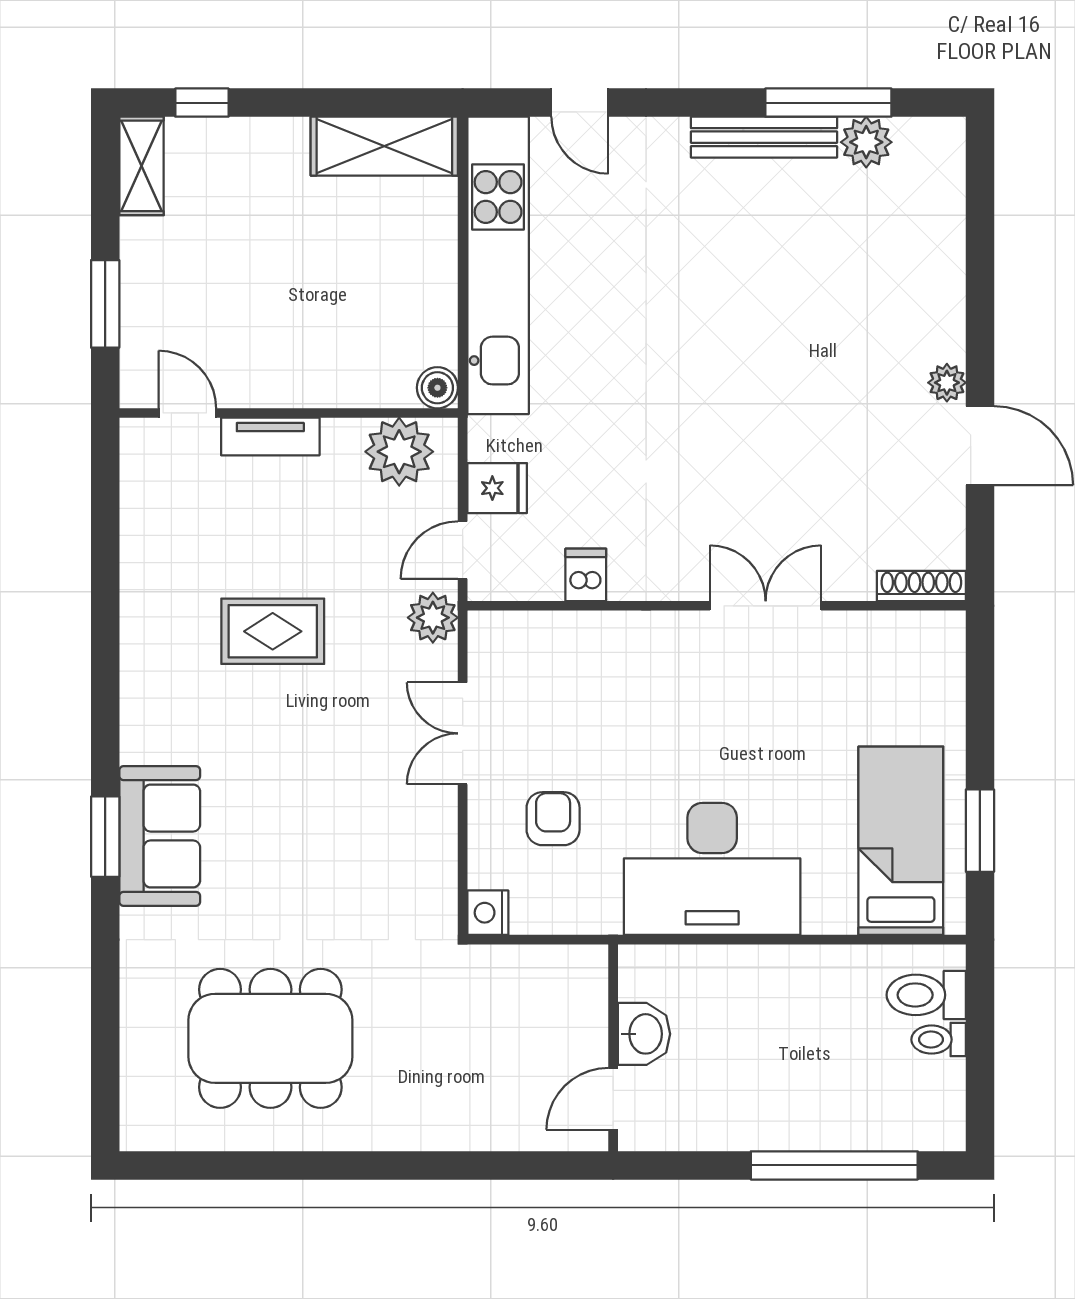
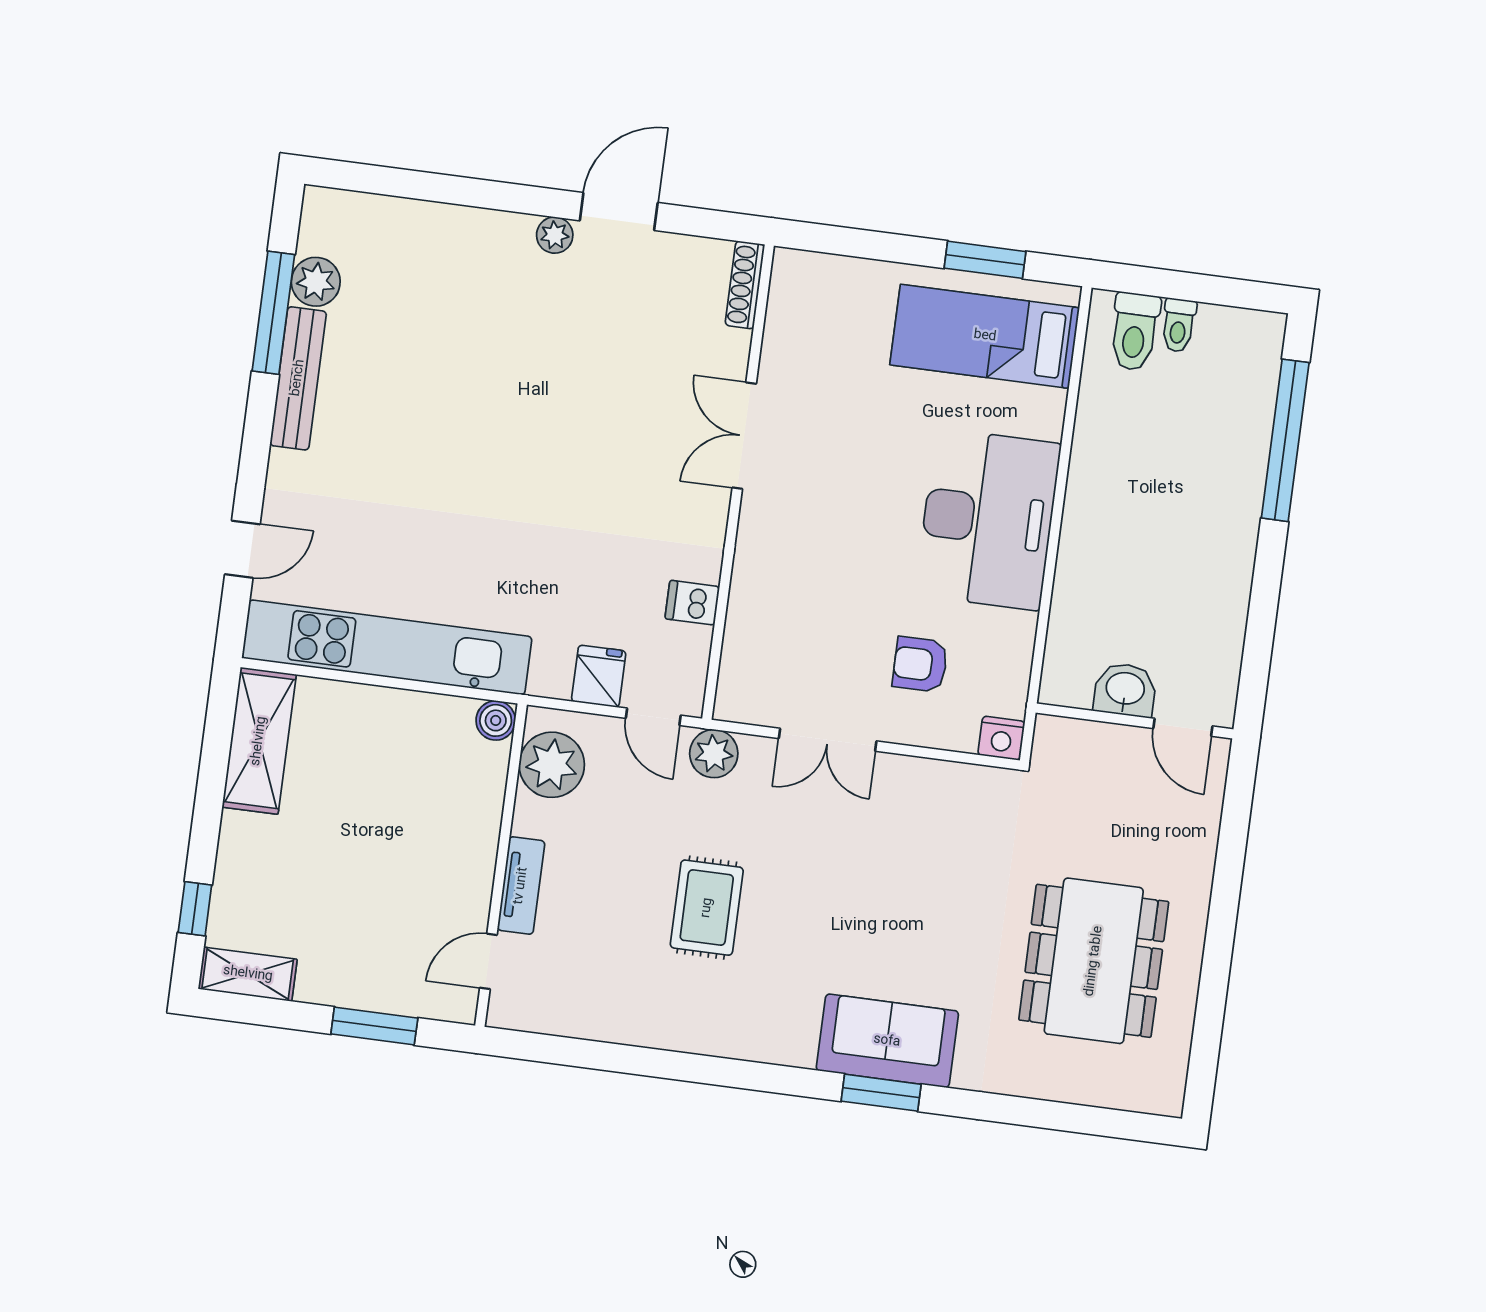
washbasin: (644, 1034) -> (1125, 690), moved
wall: (613, 1048) -> (1134, 721), moved
door: (613, 1099) -> (1183, 727), moved

